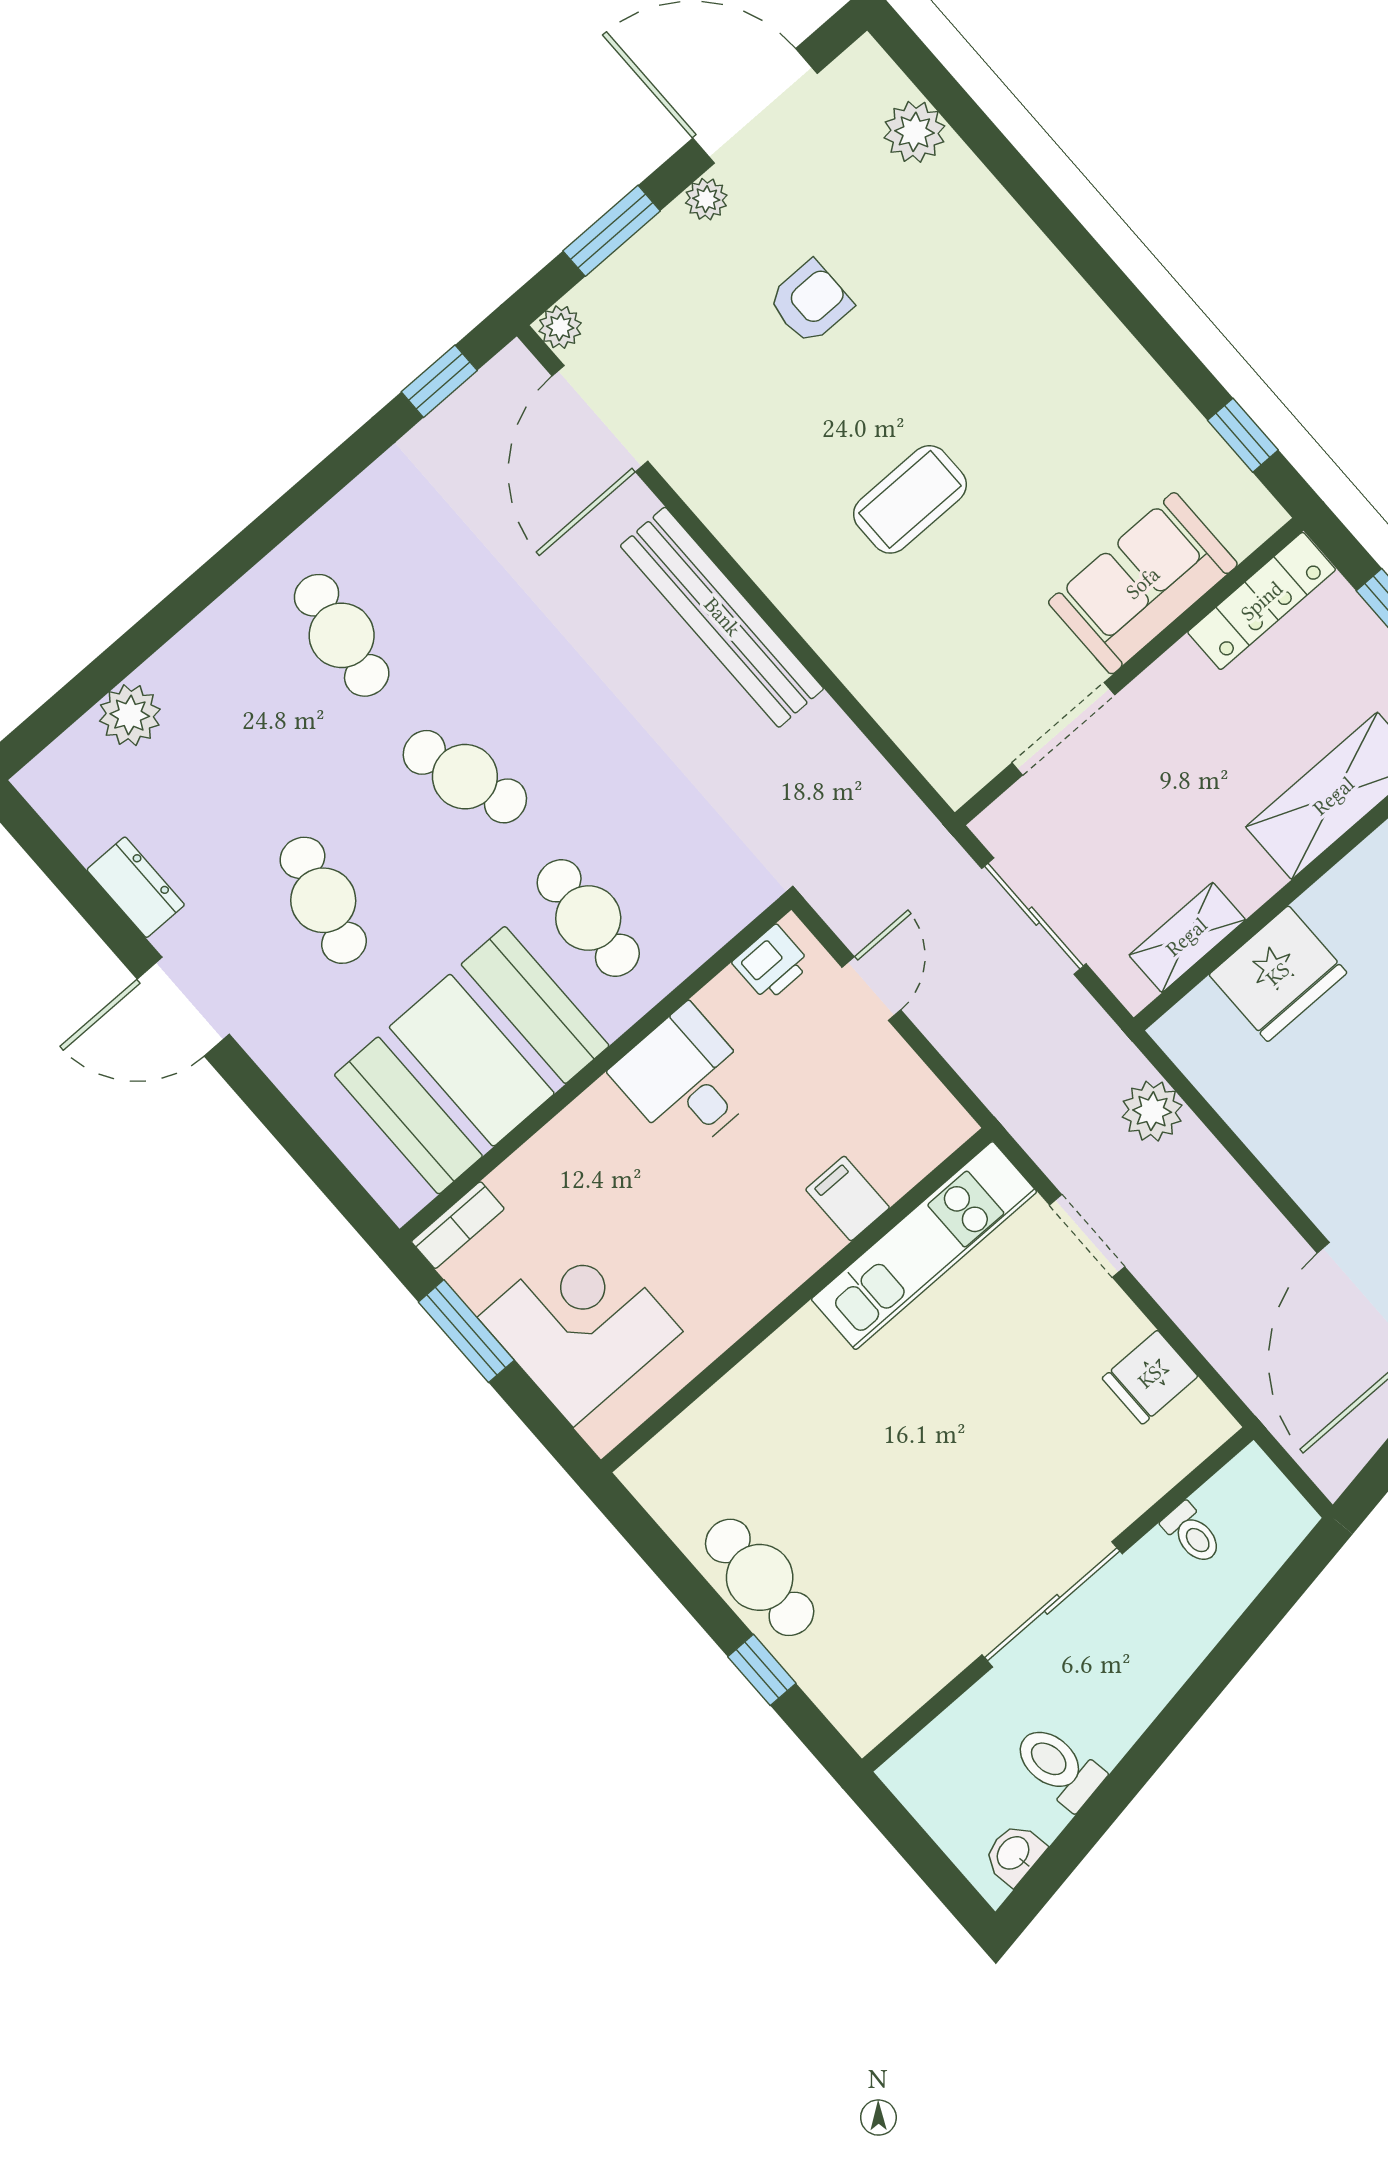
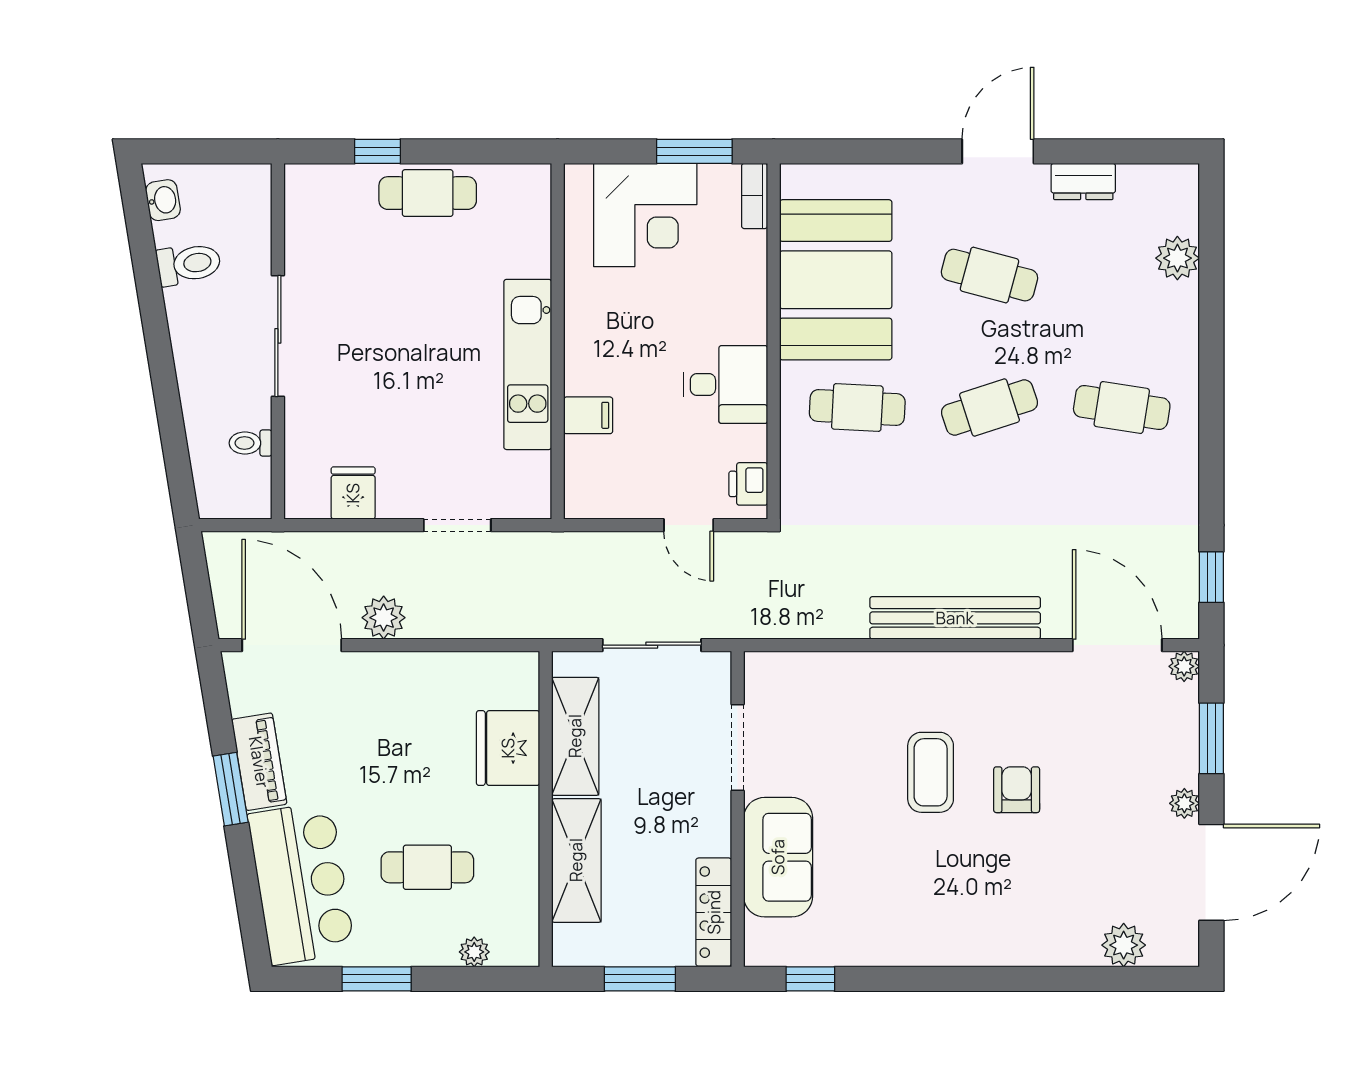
armchair: (810, 302) -> (1017, 790), moved, turned 180
shelving: (1187, 937) -> (575, 736), width x1.50, depth x1.33
plant: (1152, 1111) -> (384, 618), moved
kitchen unit: (924, 1246) -> (528, 364), moved

